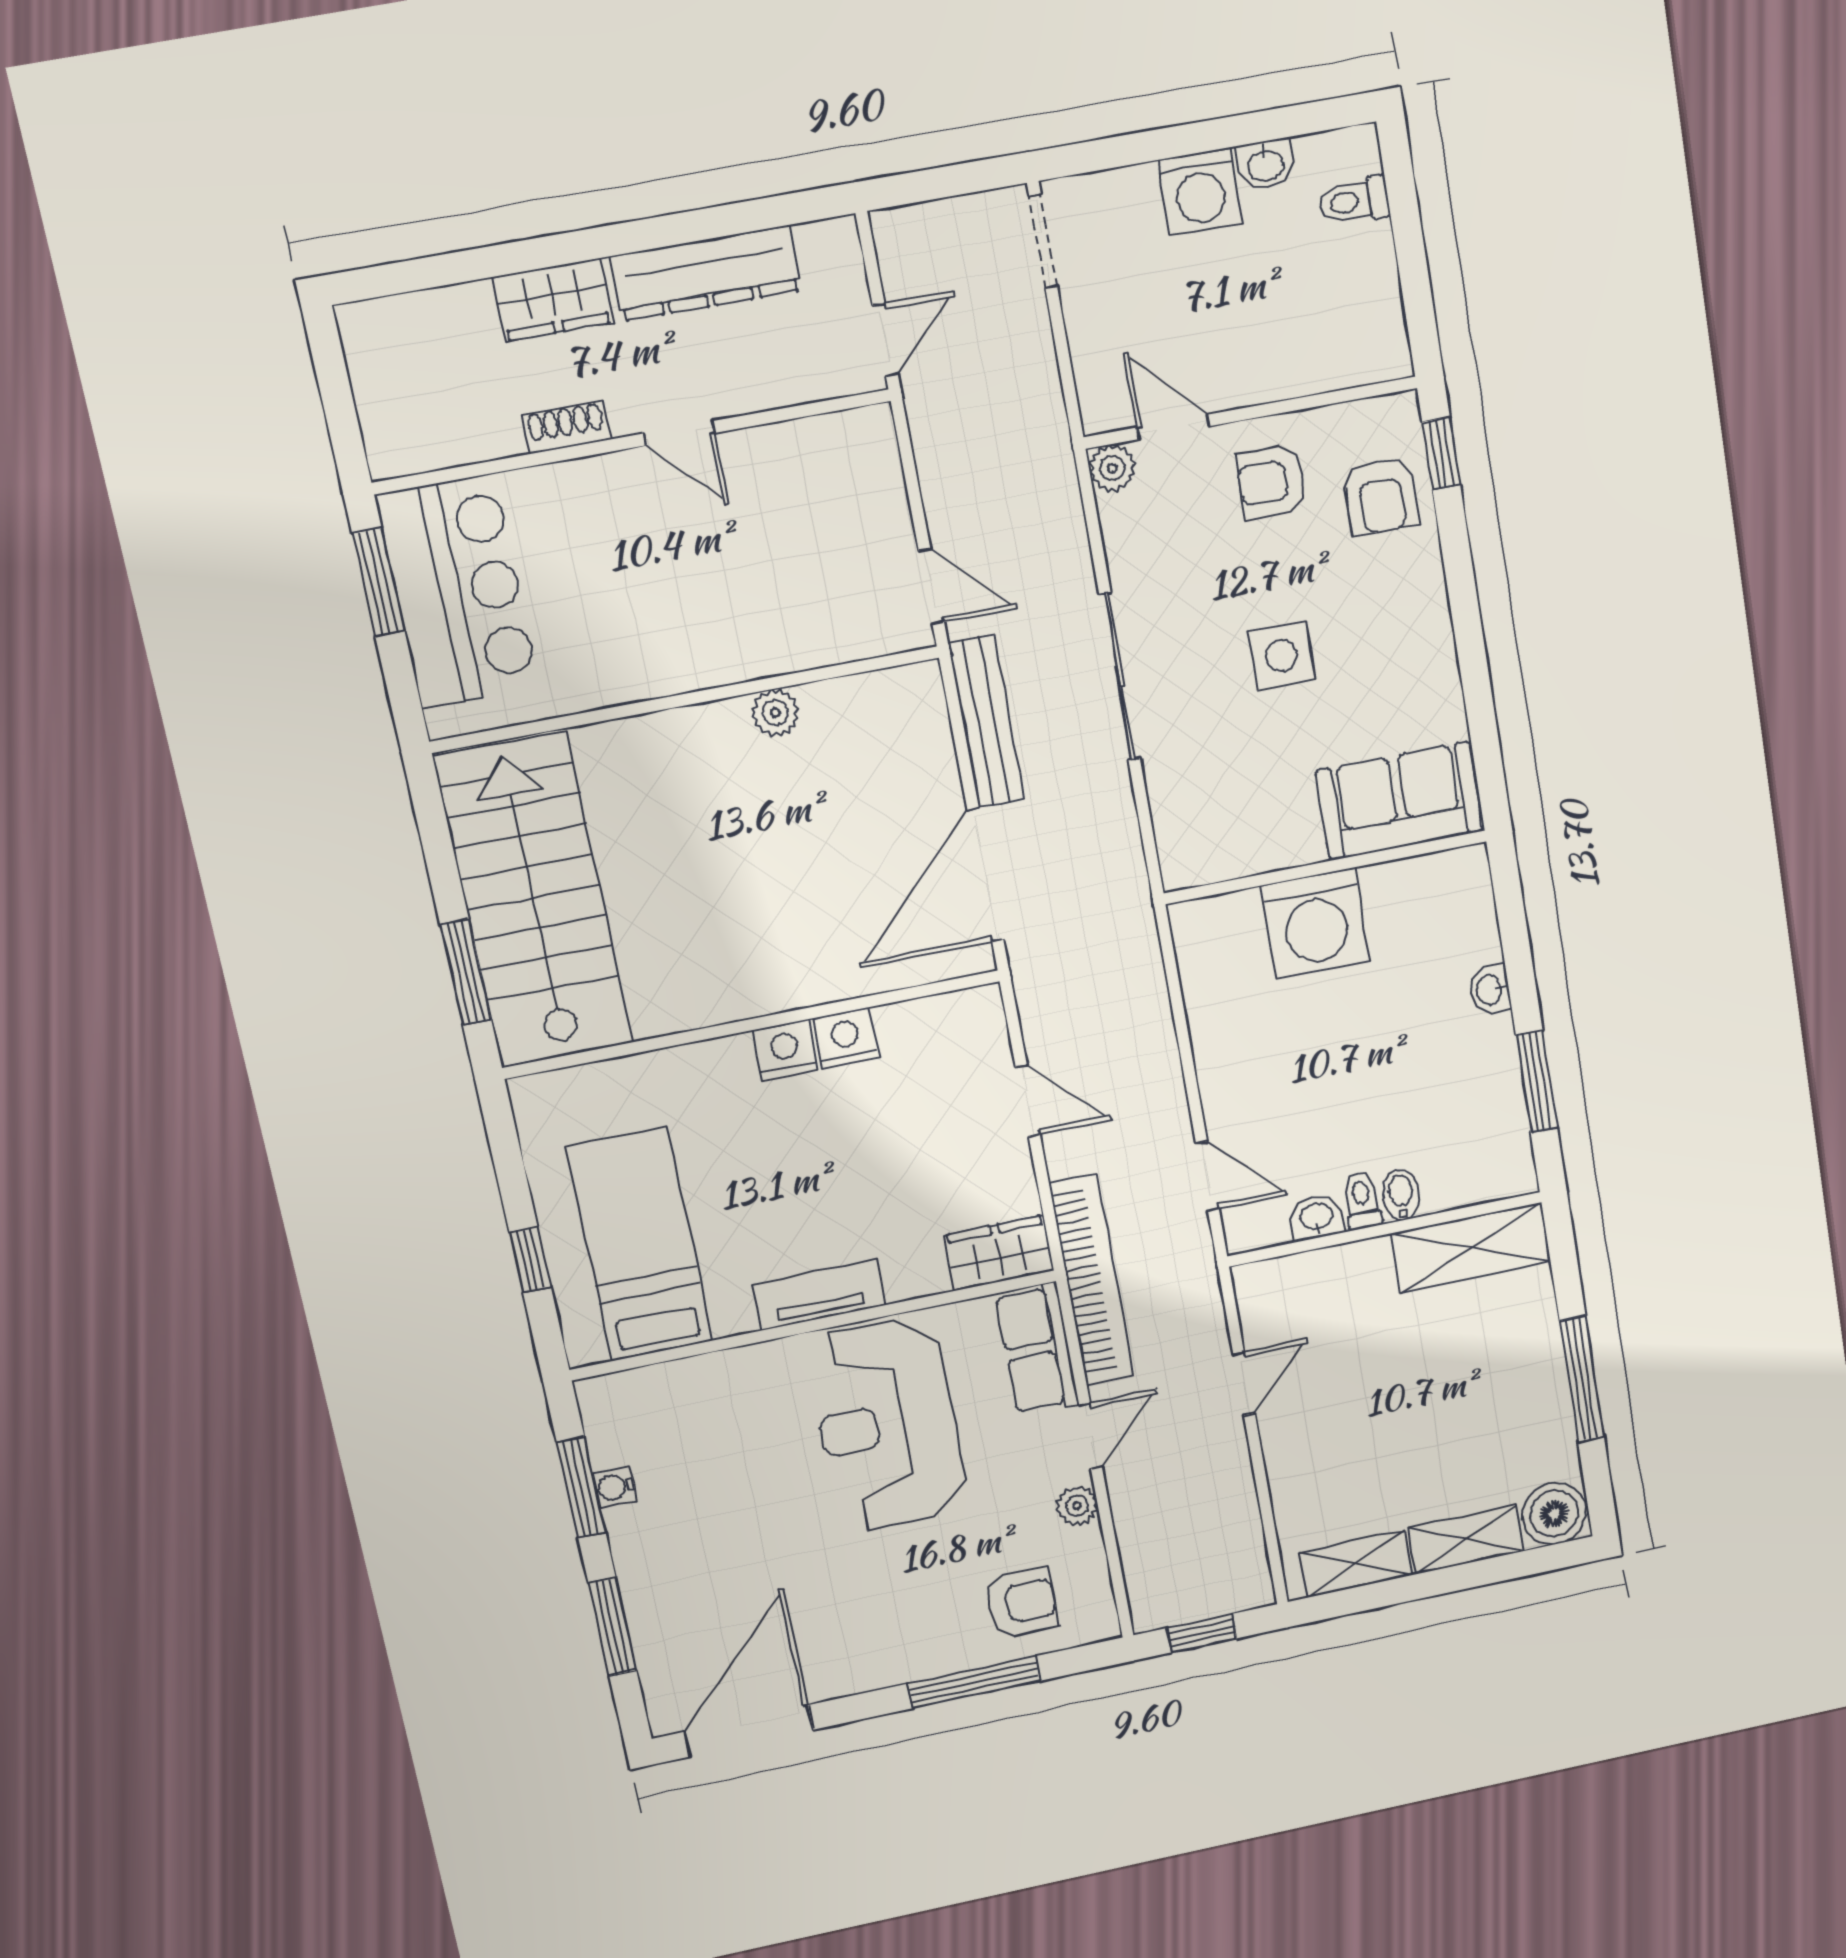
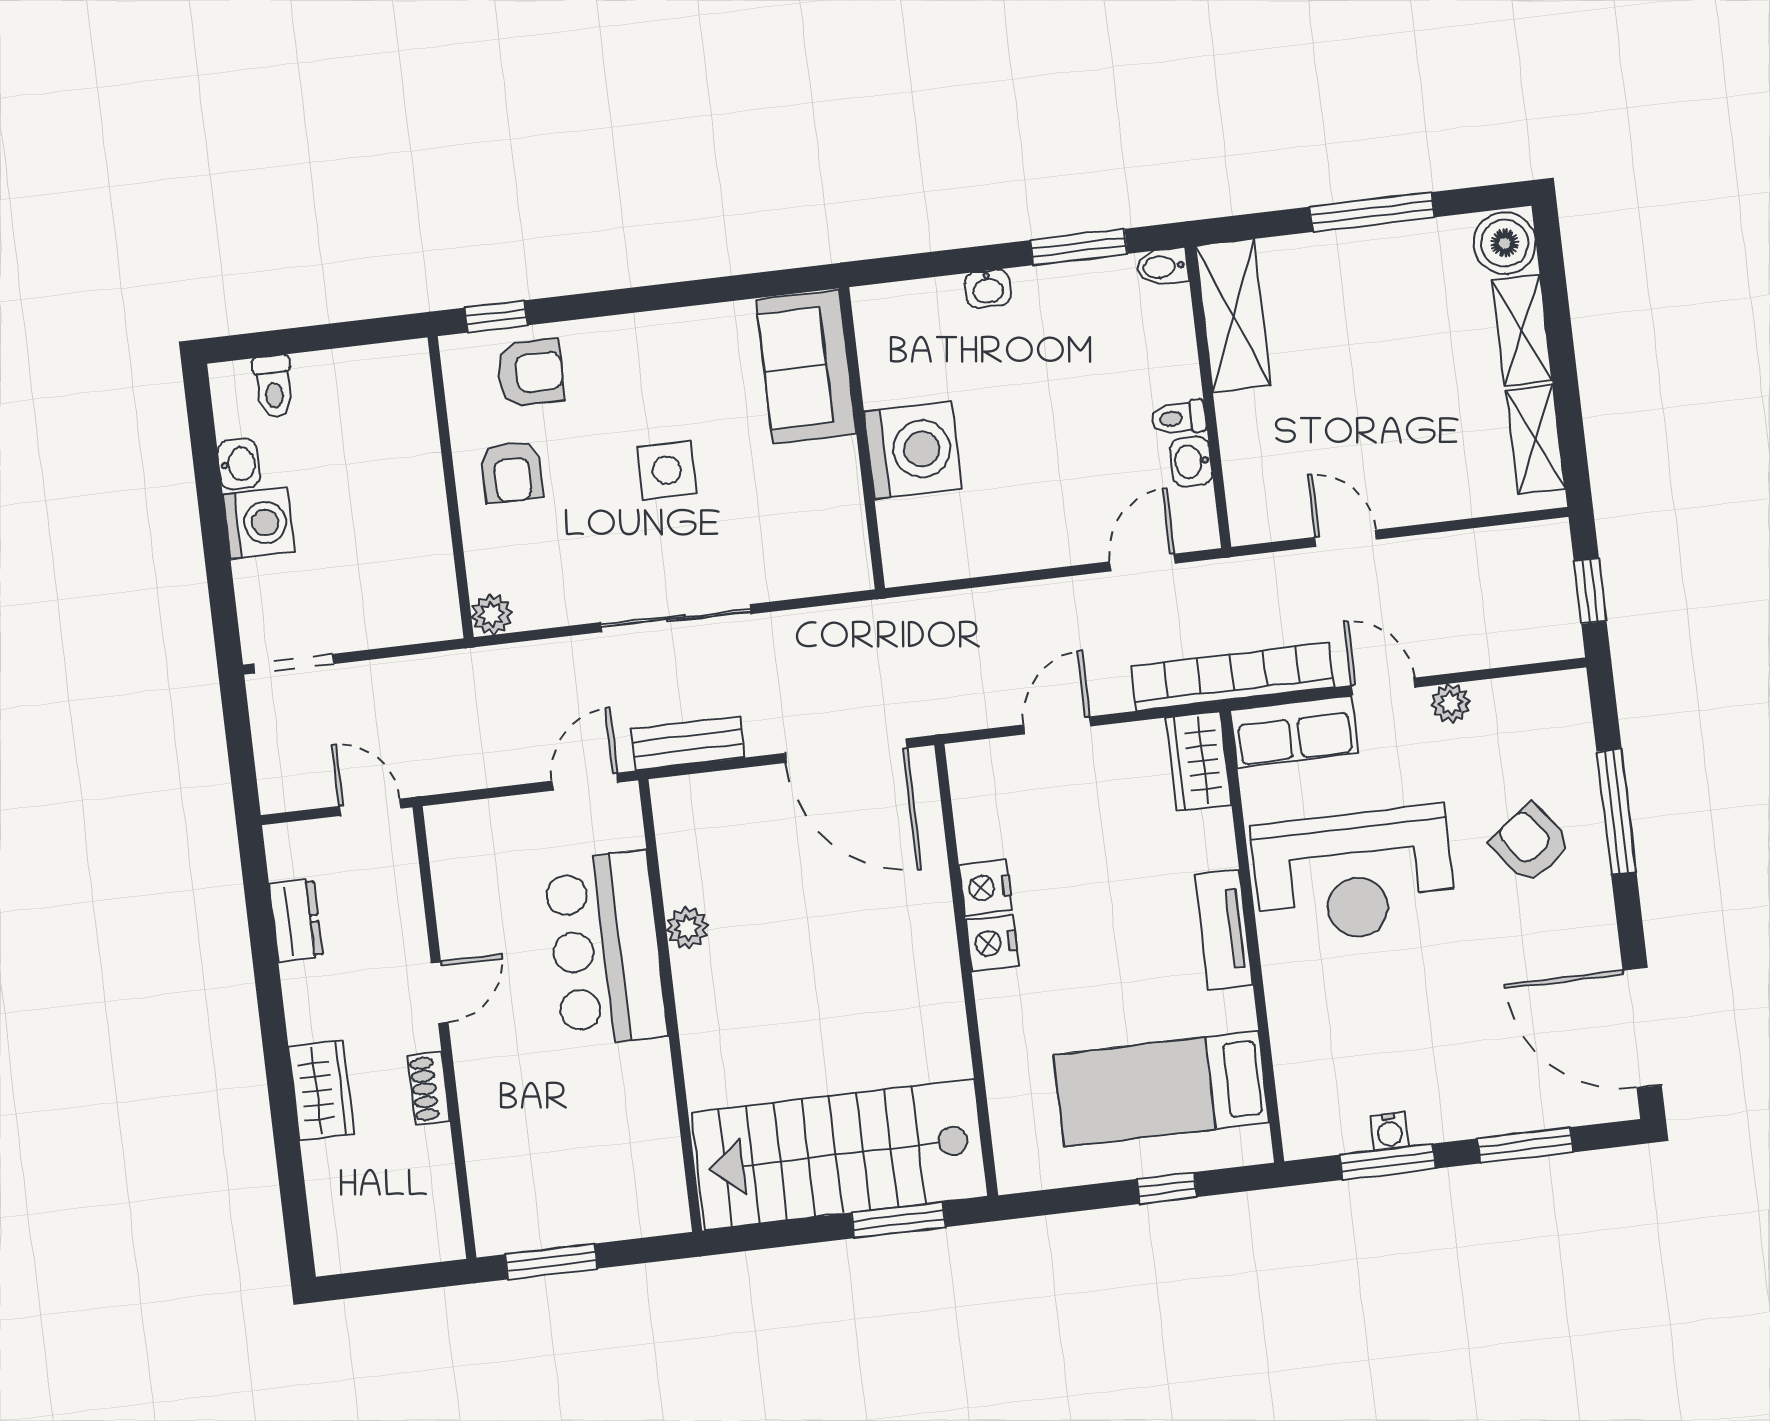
dresser: (706, 273) -> (296, 920), width x0.51, depth x0.80
door: (1173, 427) -> (459, 558), removed
bar counter: (458, 592) -> (606, 949), moved, turned -90
bench: (986, 721) -> (688, 743), width x0.73
bidet: (1401, 1195) -> (1163, 267), moved
armchair: (1022, 1602) -> (1530, 843), moved, turned -37

